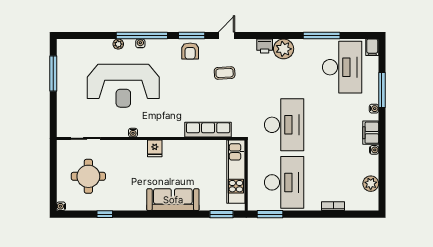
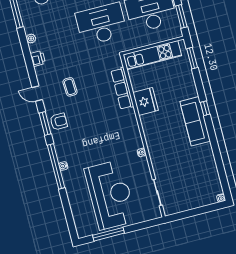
plant: (118, 44) -> (69, 185), removed
plant: (284, 49) -> (31, 38), width x0.53, depth x0.53
reception desk: (123, 86) -> (110, 195), moved
fridge: (155, 148) -> (146, 101), moved, width x1.88, depth x1.34
round table: (88, 176) -> (189, 181), removed
sofa: (173, 200) -> (195, 121), moved
window: (105, 214) -> (205, 108), moved

